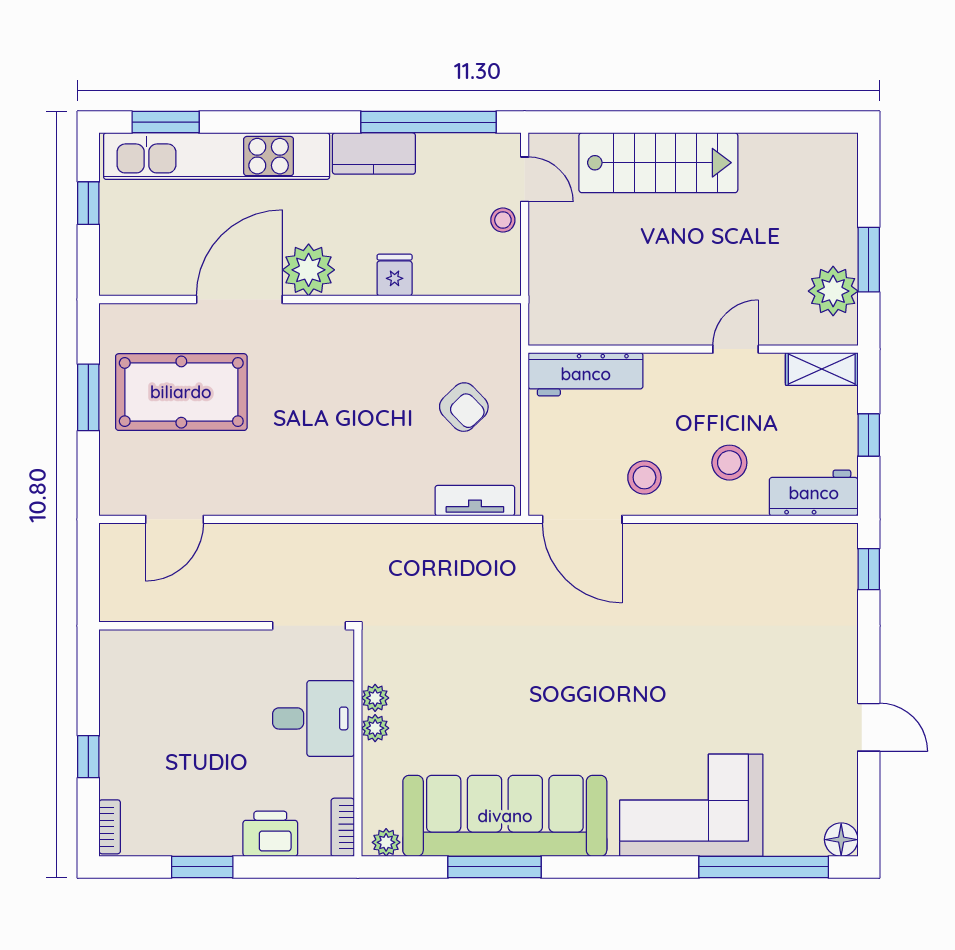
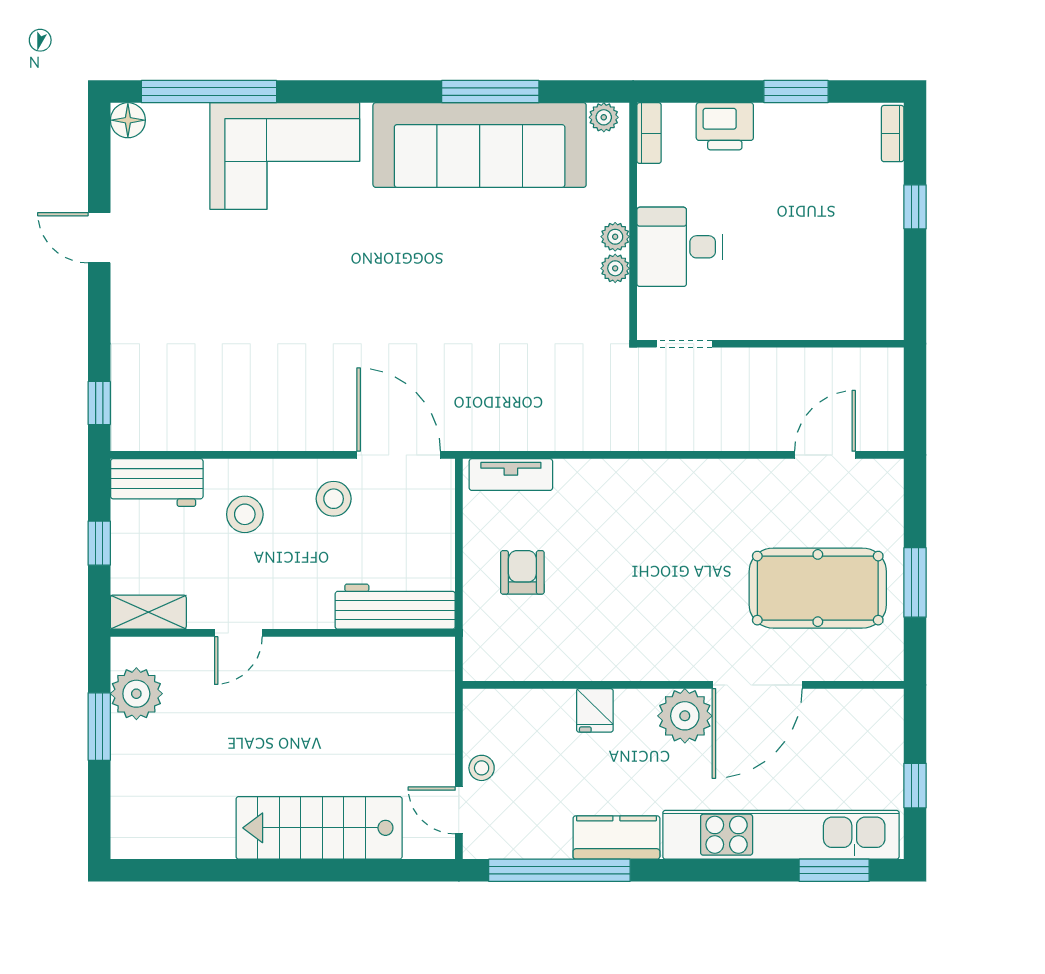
armchair: (464, 407) -> (522, 572), turned 44
doorway: (309, 626) -> (684, 344), width x0.73

